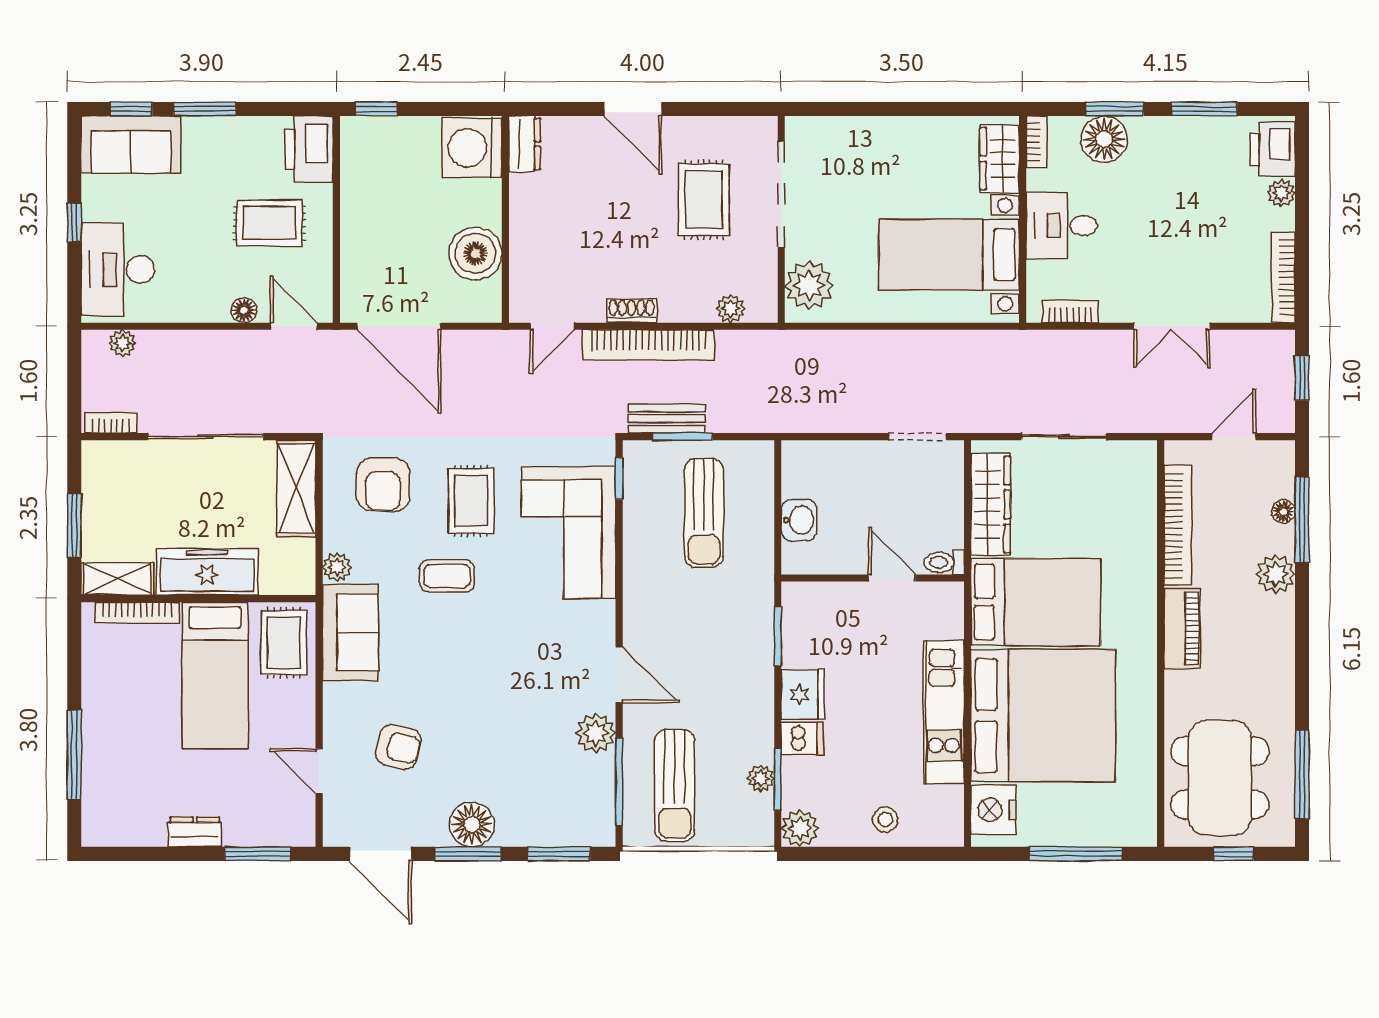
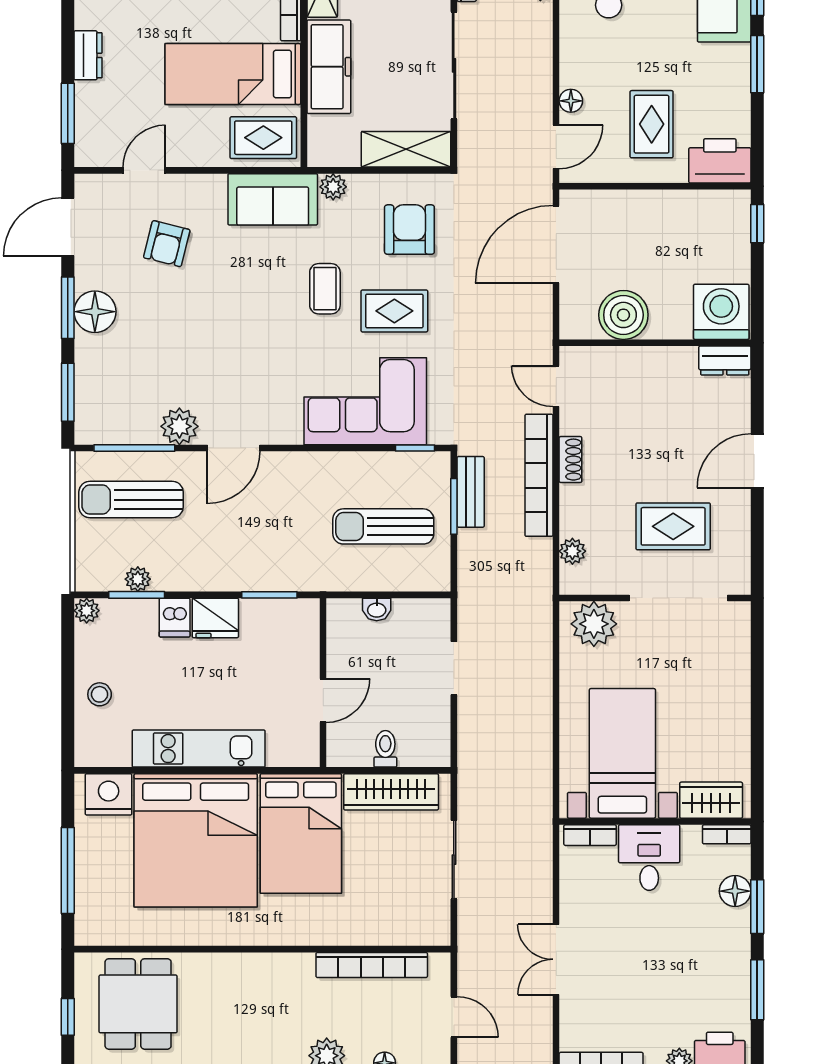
floor lamp: (1104, 139) -> (735, 891), width x0.73, depth x0.73
bookcase: (1070, 312) -> (590, 835), moved, turned 90
doorway: (917, 437) -> (454, 668), moved
armchair: (383, 485) -> (409, 230), turned 90
washbasin: (799, 520) -> (377, 609), width x0.72, depth x0.69
toilet: (944, 562) -> (385, 749), moved
piano: (1182, 629) -> (276, 969), removed
dining table: (1220, 778) -> (138, 1004), width x0.73
plant: (800, 828) -> (87, 611), width x0.73, depth x0.73

